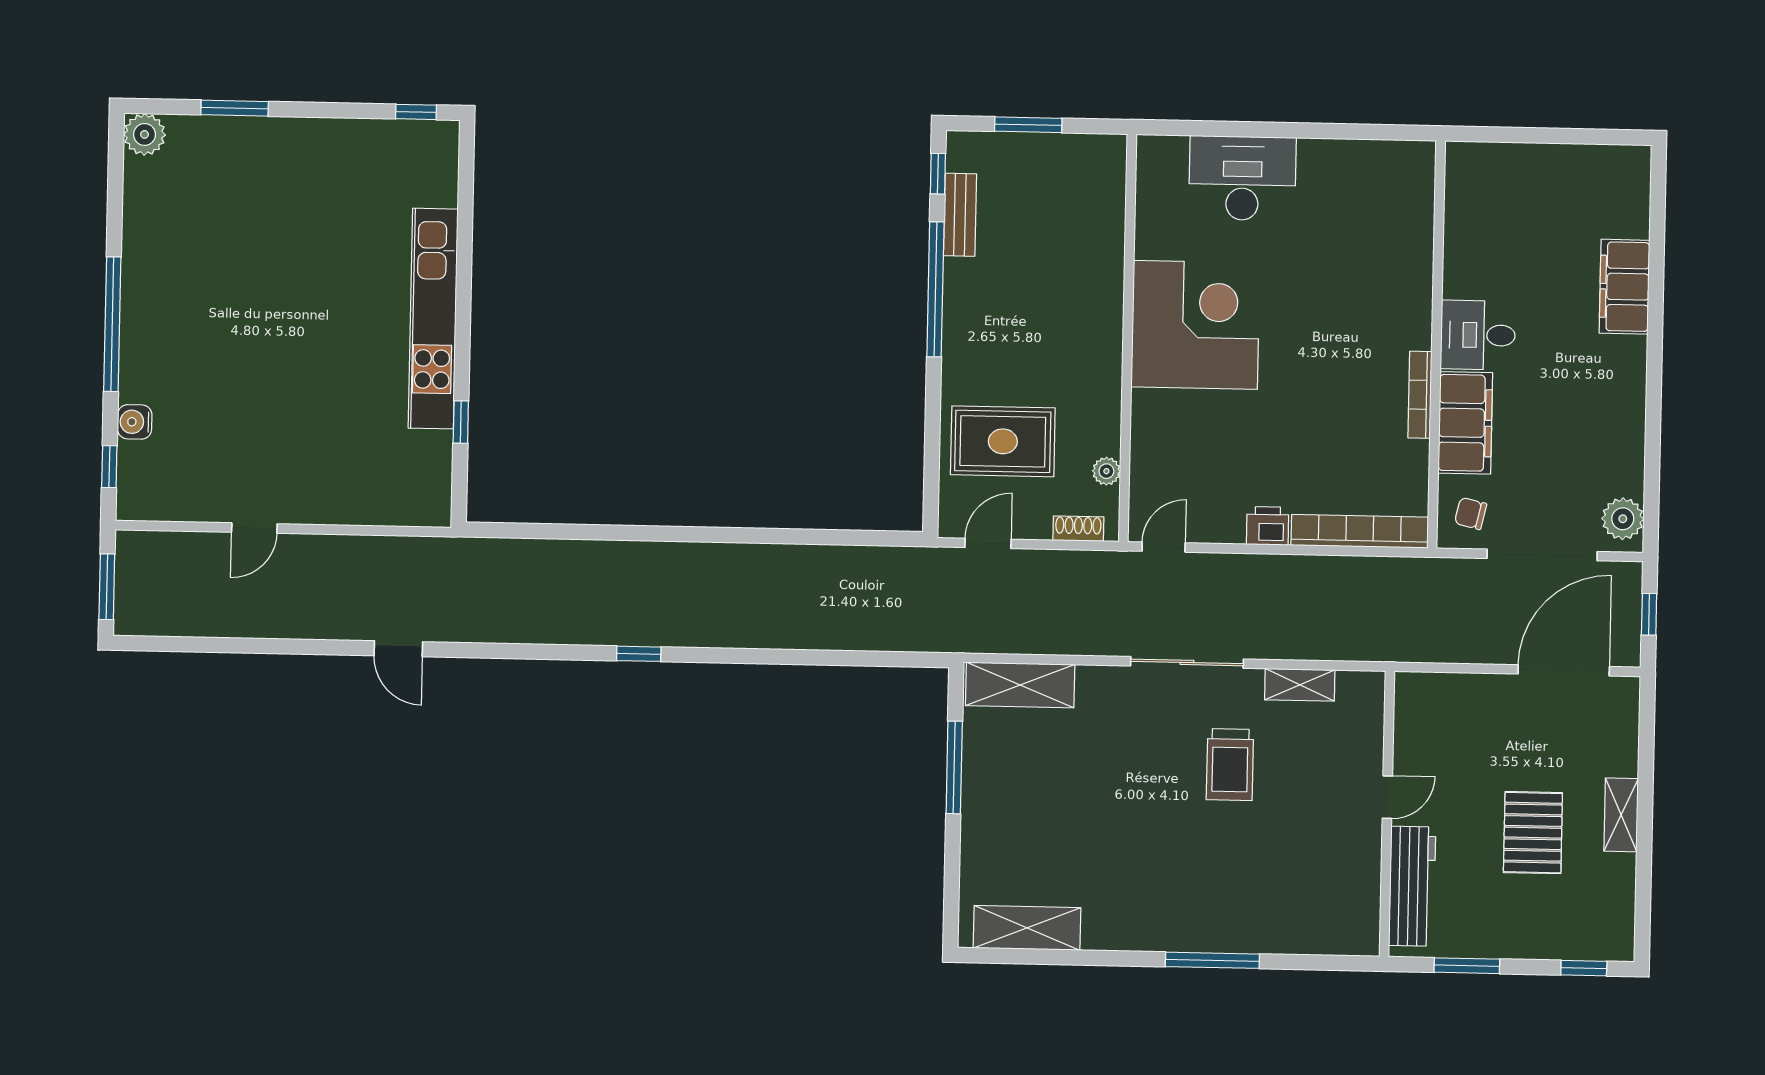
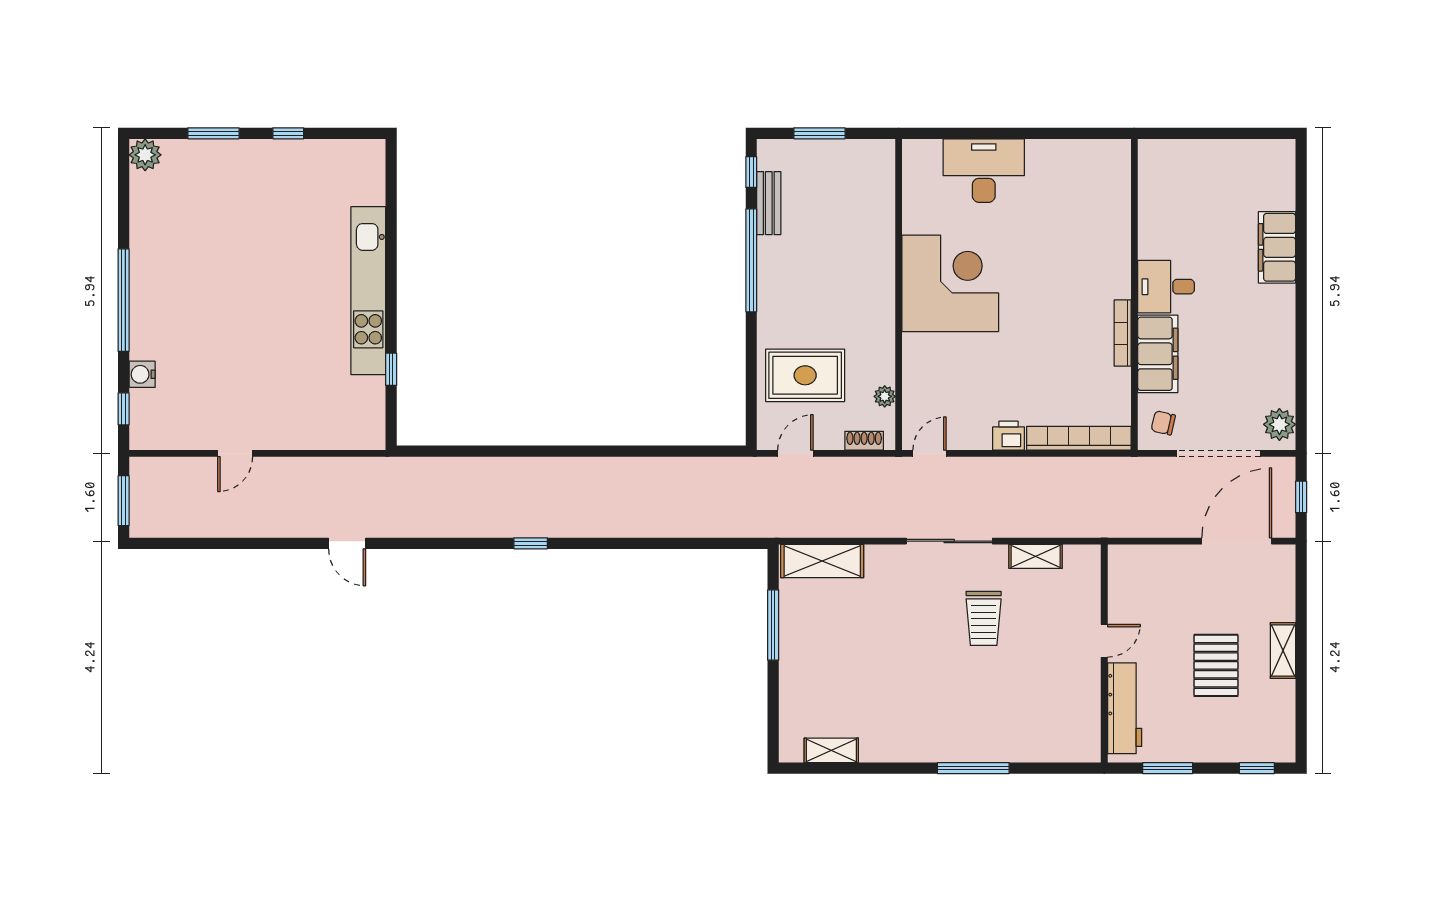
window: (416, 112) -> (288, 133), moved
shelving: (1027, 928) -> (831, 750), width x0.67, depth x0.75

